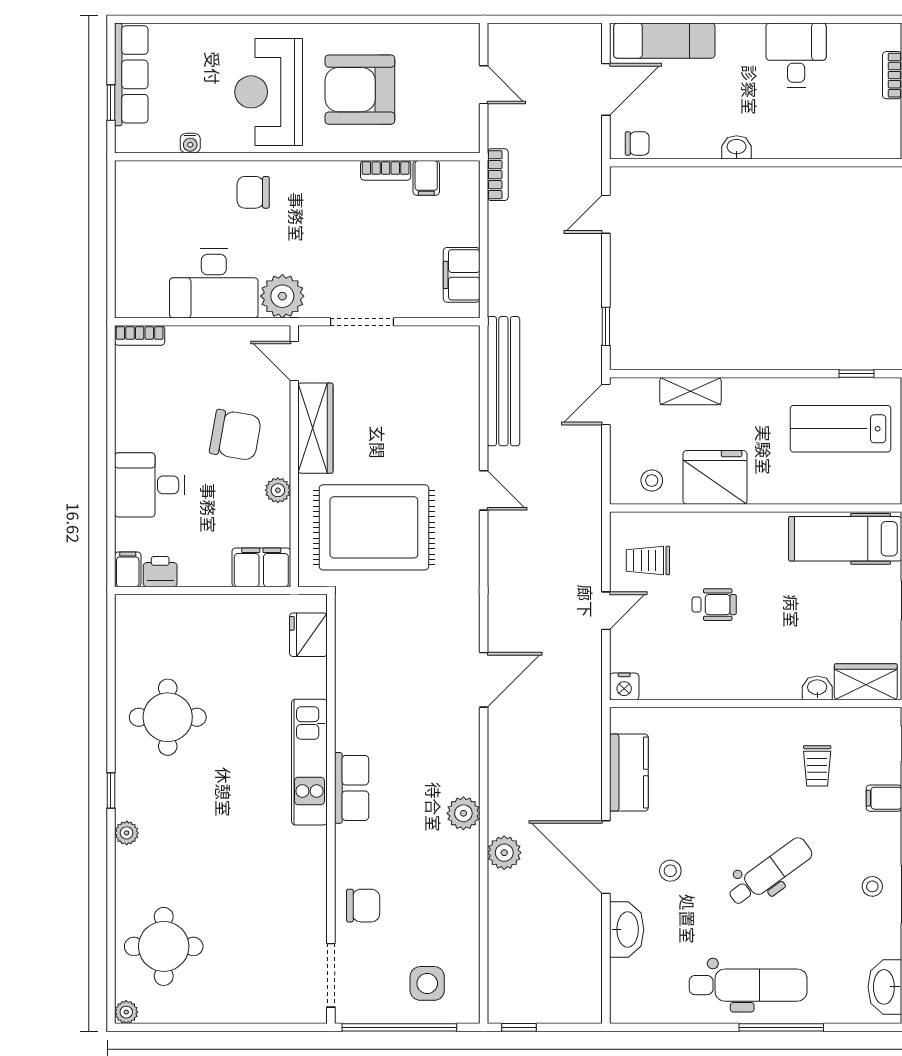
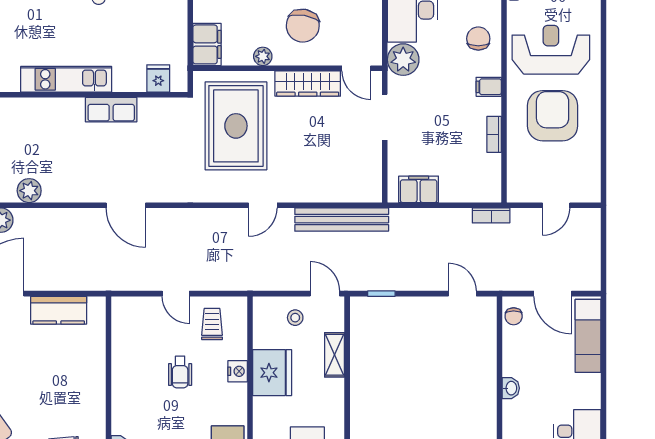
filing cabinet: (426, 178) -> (489, 87), moved
door: (294, 361) -> (356, 68), swing flipped
stool: (652, 480) -> (295, 318), moved
fridge: (308, 635) -> (158, 78), width x0.72
nightstand: (624, 686) -> (238, 371), moved, turned 180
row of seats: (352, 788) -> (111, 110), moved

